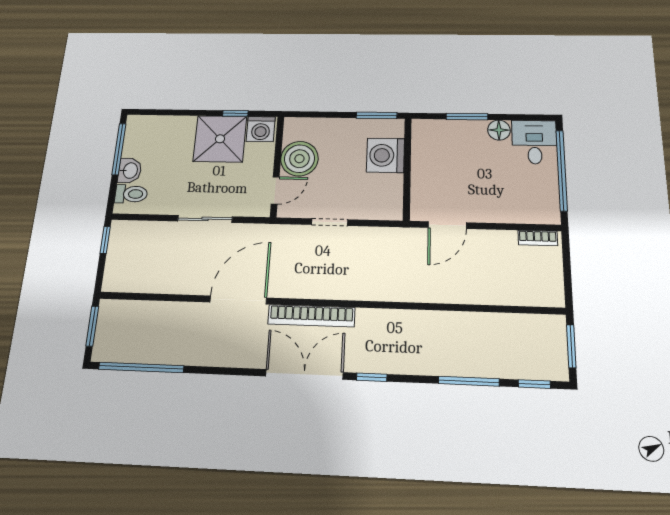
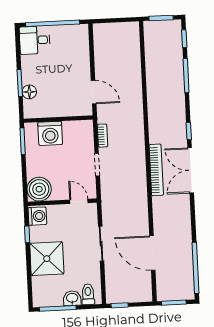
floor lamp: (499, 130) -> (29, 92), moved
shower: (220, 139) -> (47, 259), moved
boiler: (299, 159) -> (39, 189), moved
bookcase: (538, 238) -> (103, 136), moved
door: (238, 300) -> (152, 253), moved

